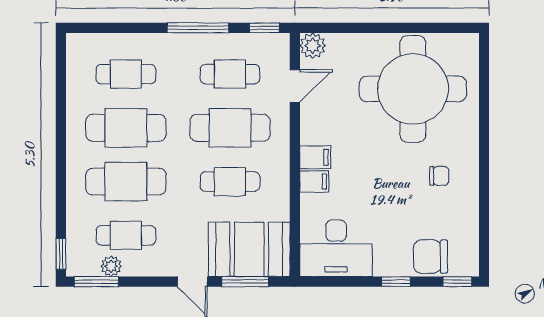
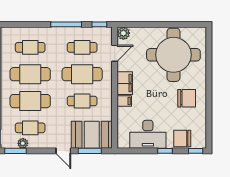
filing cabinet: (315, 157) -> (125, 83), width x2.00
chair: (439, 176) -> (187, 98), width x1.87, depth x1.87
desk: (336, 248) -> (148, 134), moved

